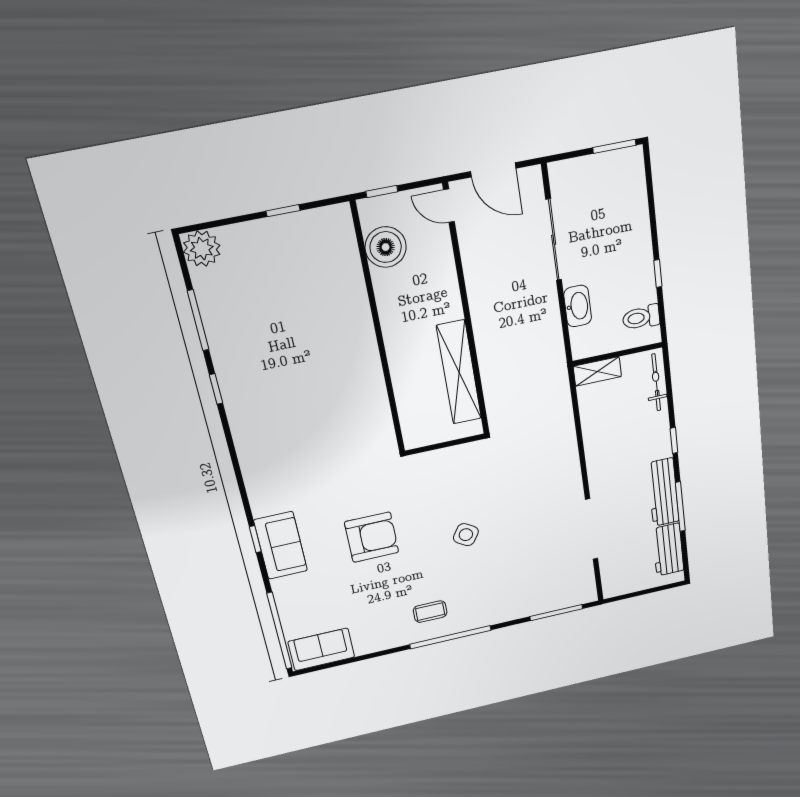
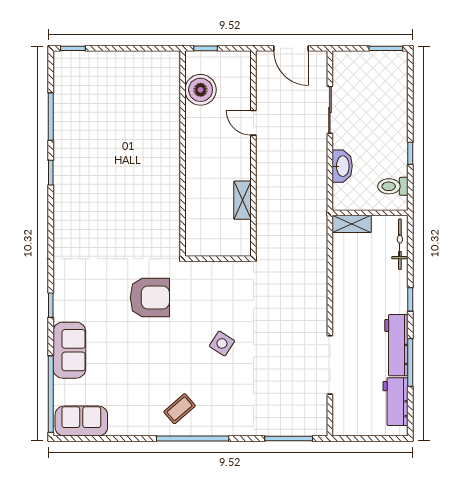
door: (449, 206) -> (253, 123), moved
window: (283, 211) -> (73, 48), moved
sliding door: (554, 240) -> (330, 110), width x0.73
plant: (202, 249) -> (67, 64), removed
shelving: (459, 372) -> (242, 200), width x0.45, depth x0.75
armchair: (372, 537) -> (150, 297), moved
sofa: (281, 545) -> (69, 350), moved
coffee table: (430, 612) -> (180, 409), turned -41

